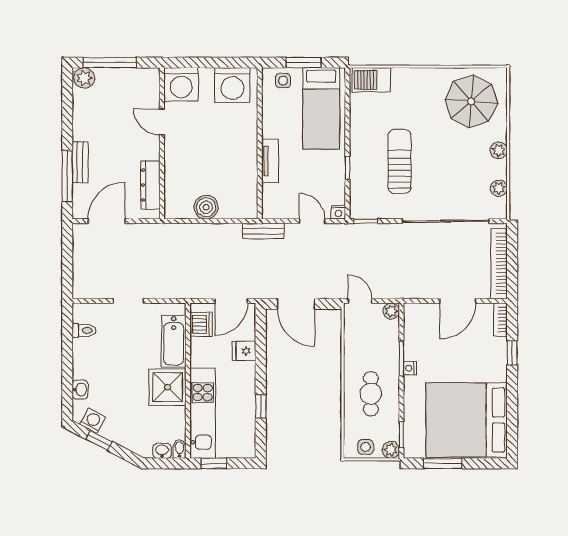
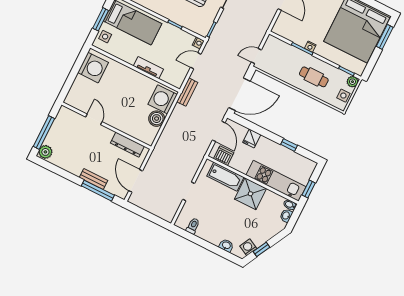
washing machine: (181, 84) -> (163, 99), moved, turned 180
door: (162, 122) -> (94, 119), swing flipped
door: (296, 304) -> (239, 94), width x1.36
plant: (391, 311) -> (271, 41), removed
window: (443, 463) -> (385, 37), moved

